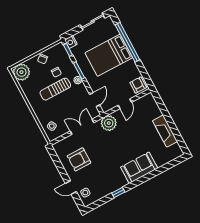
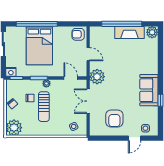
window: (169, 120) -> (122, 24), added
plant: (176, 152) -> (152, 32), added
sofa: (139, 168) -> (149, 90), moved

